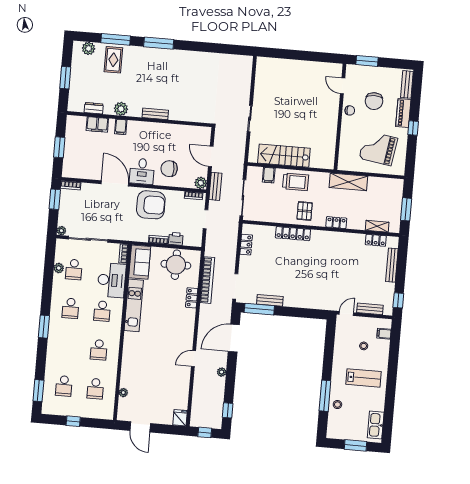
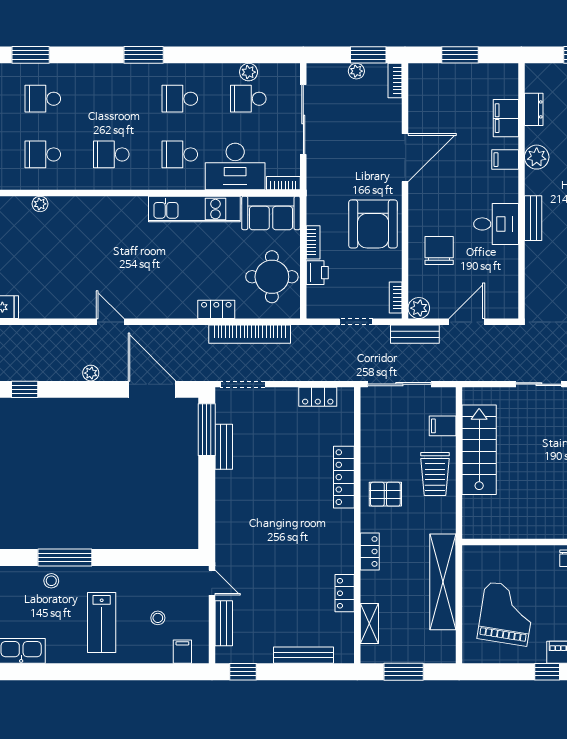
desk: (142, 171) -> (496, 224), moved, turned 180
shelving: (348, 182) -> (443, 582), width x1.47
plant: (61, 231) -> (356, 71), moved
locker: (376, 240) -> (345, 593), moved

